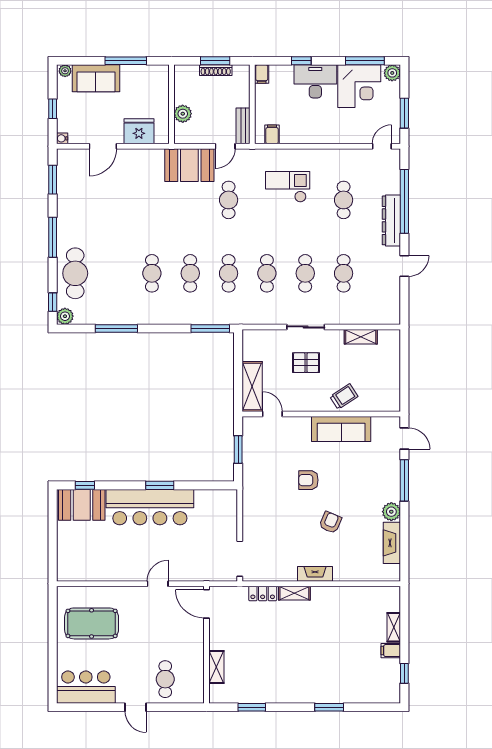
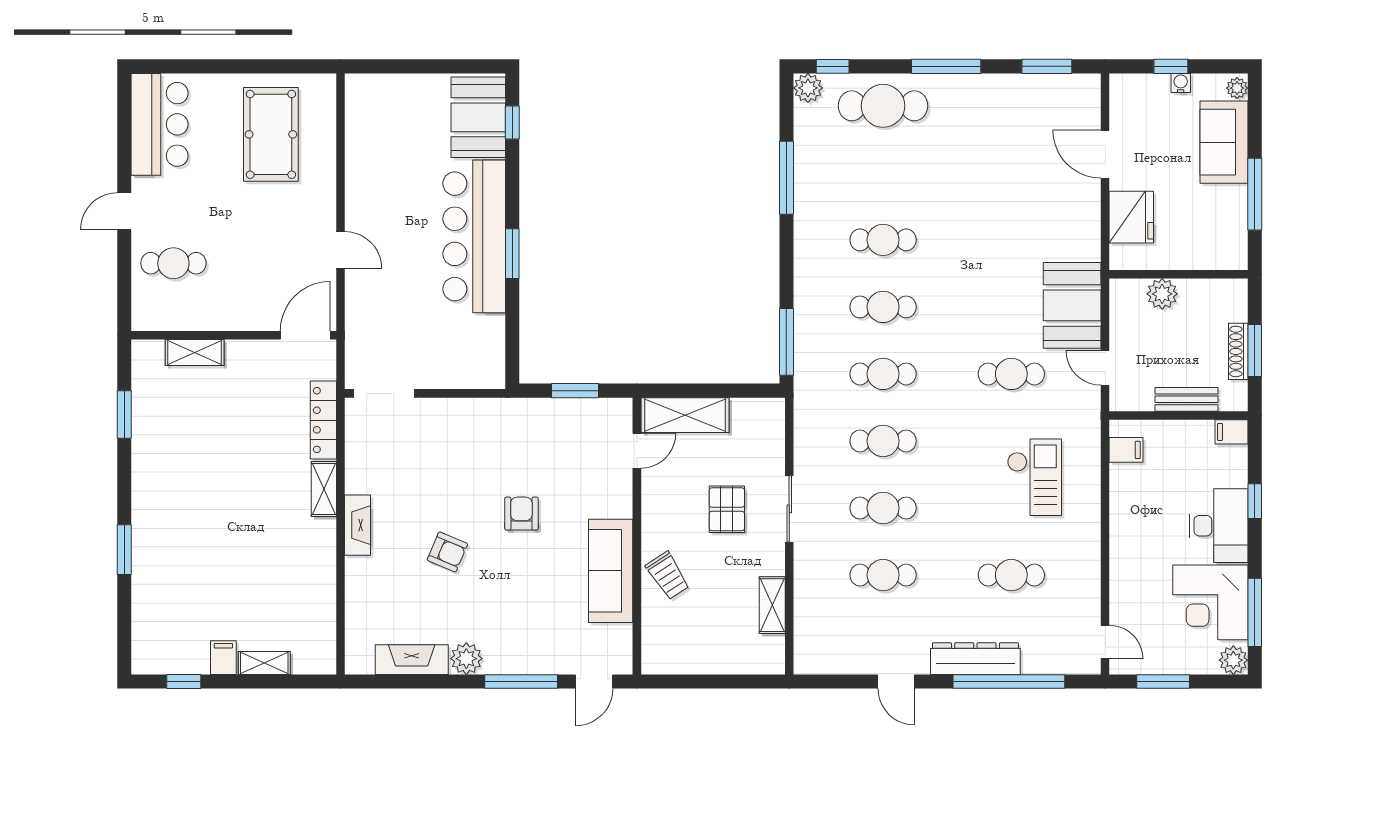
bench: (243, 126) -> (1186, 399), moved
water cooler: (62, 138) -> (1181, 83), moved
locker: (263, 593) -> (323, 420), width x1.53

